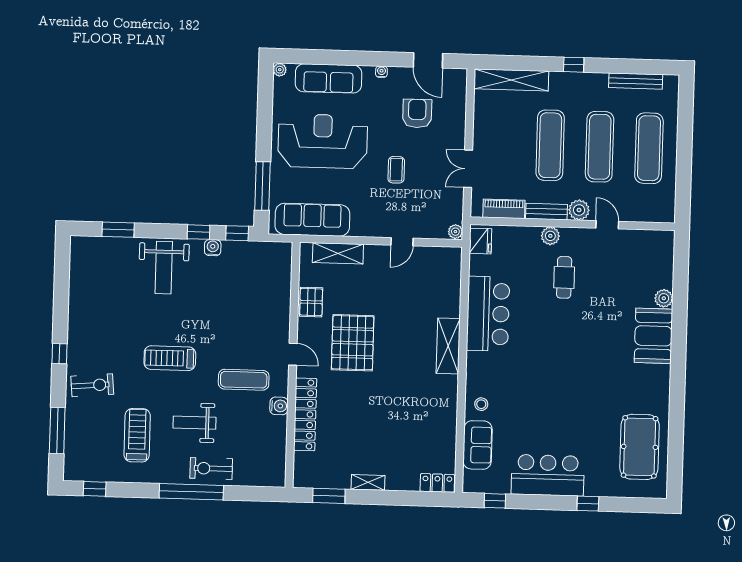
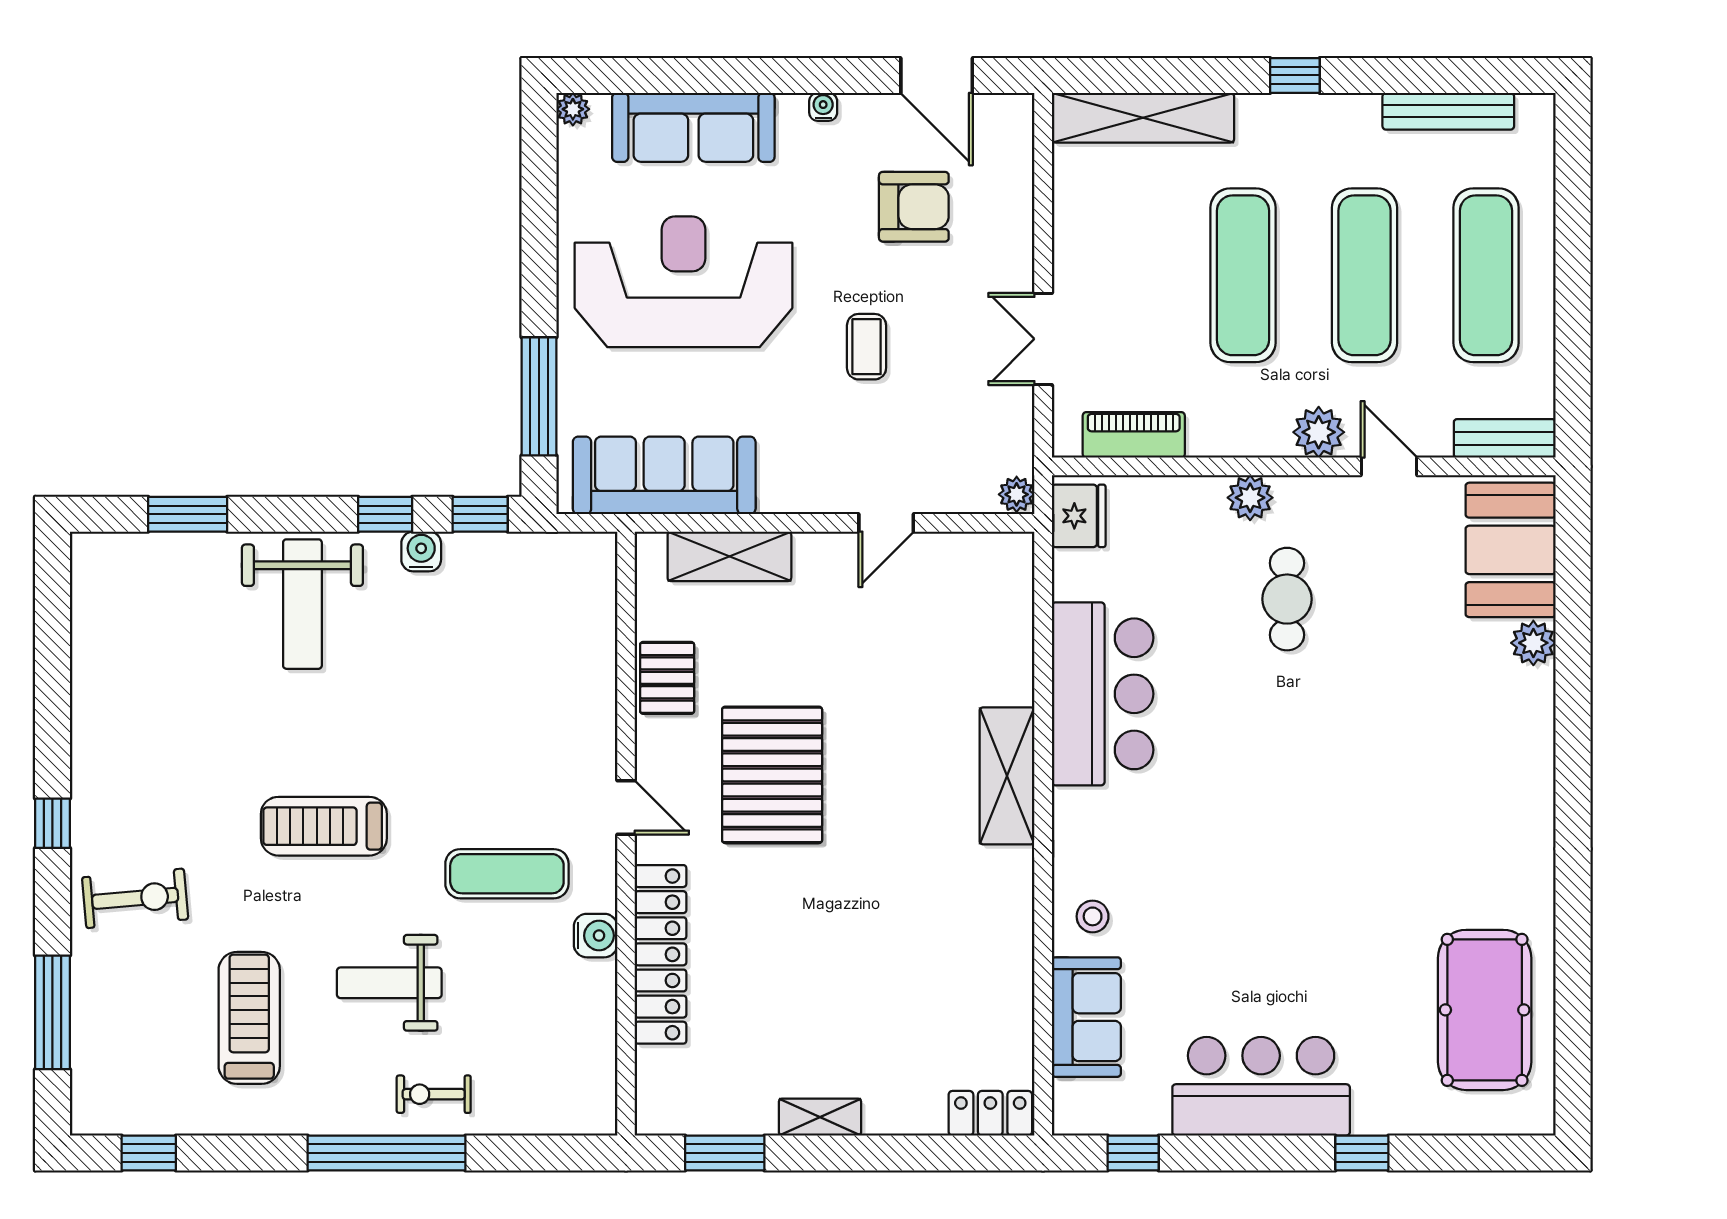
armchair: (417, 113) -> (914, 207), turned 90
bench: (547, 212) -> (1505, 438), moved
booth: (653, 336) -> (1511, 550), moved
exercise bike: (211, 468) -> (434, 1094), width x0.73, depth x0.72

